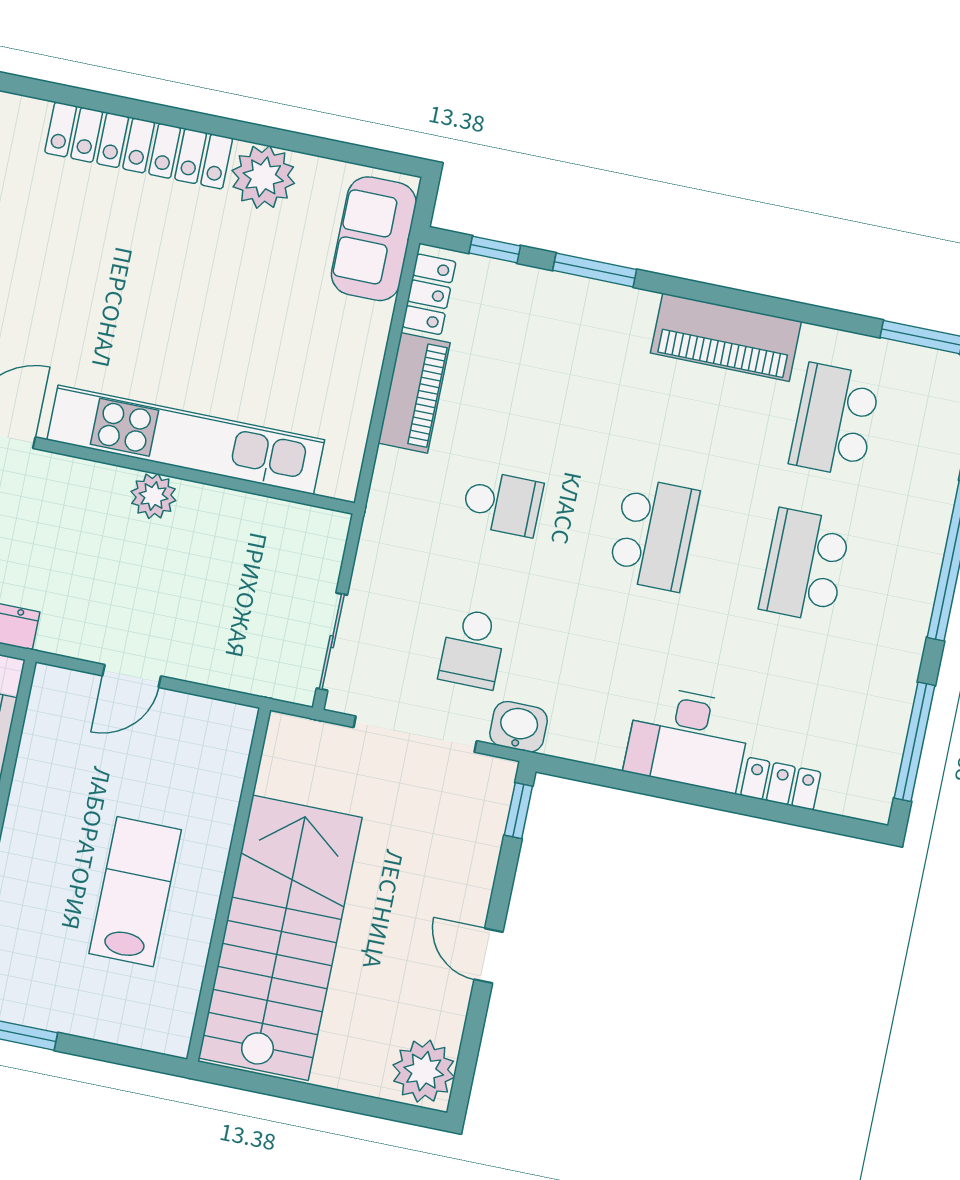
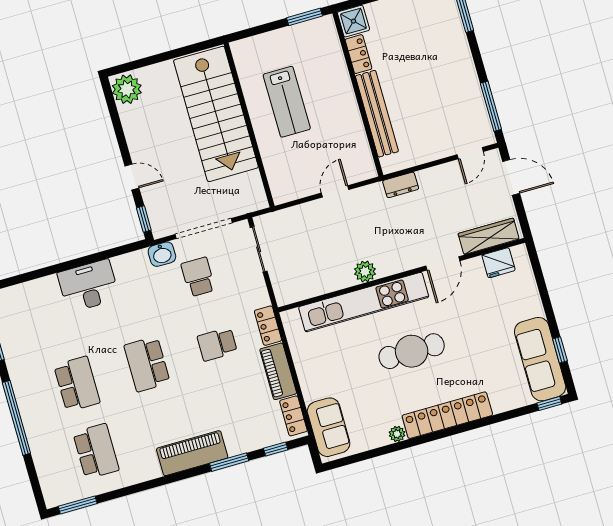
plant: (263, 177) -> (397, 434), width x0.53, depth x0.53
cafe table: (144, 301) -> (412, 351), added
piano: (726, 337) -> (192, 453), moved
locker: (781, 784) -> (268, 326), moved, turned 90
door: (489, 956) -> (132, 177), moved

